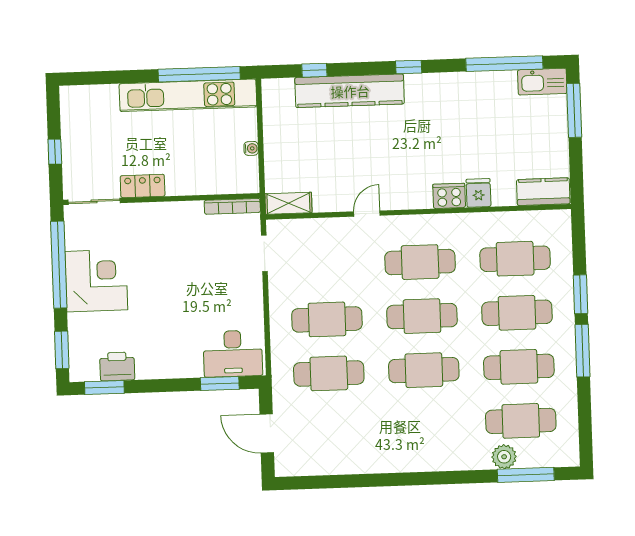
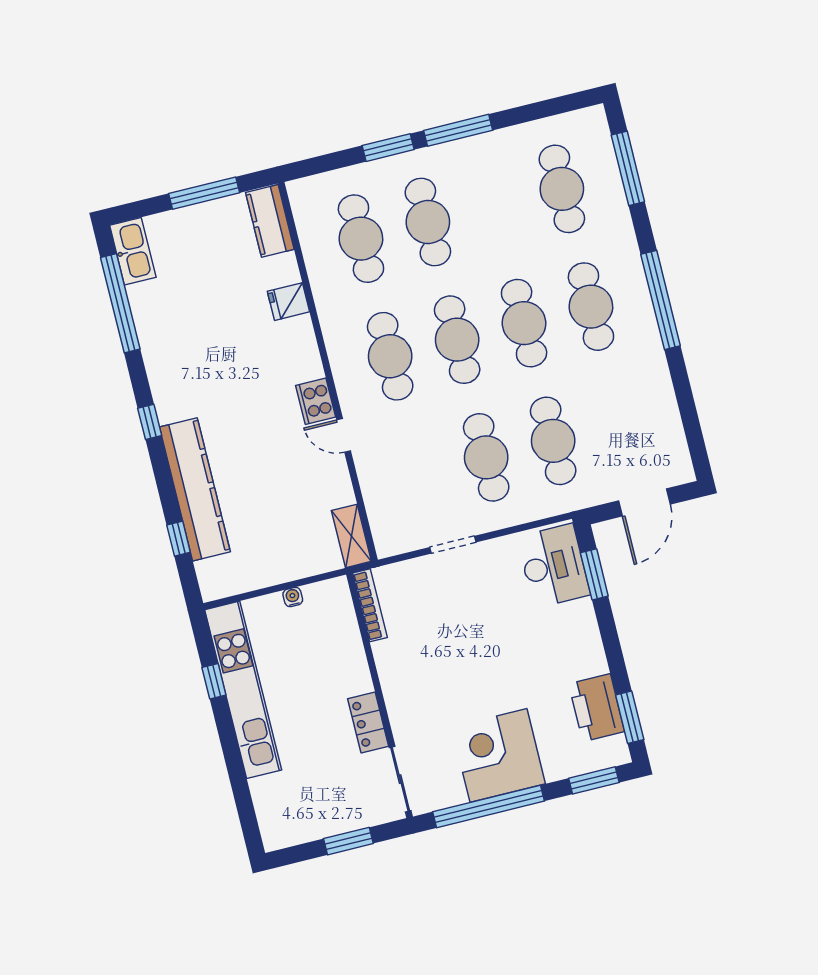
window: (199, 74) -> (214, 681), width x0.32
window: (574, 110) -> (204, 193), moved
window: (55, 152) -> (348, 841), width x1.50
cooker: (449, 196) -> (316, 401), moved
doorway: (264, 253) -> (453, 545), moved
printer: (117, 366) -> (597, 708), width x1.37, depth x1.19
cafe table: (519, 367) -> (591, 307), moved
plant: (504, 457) -> (611, 200), removed
window: (419, 479) -> (661, 300), added

